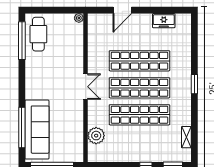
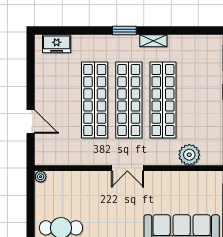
freezer: (164, 21) -> (57, 44), moved, turned 90
double door: (86, 87) -> (127, 168), swing flipped
shelving: (186, 137) -> (153, 41), moved

